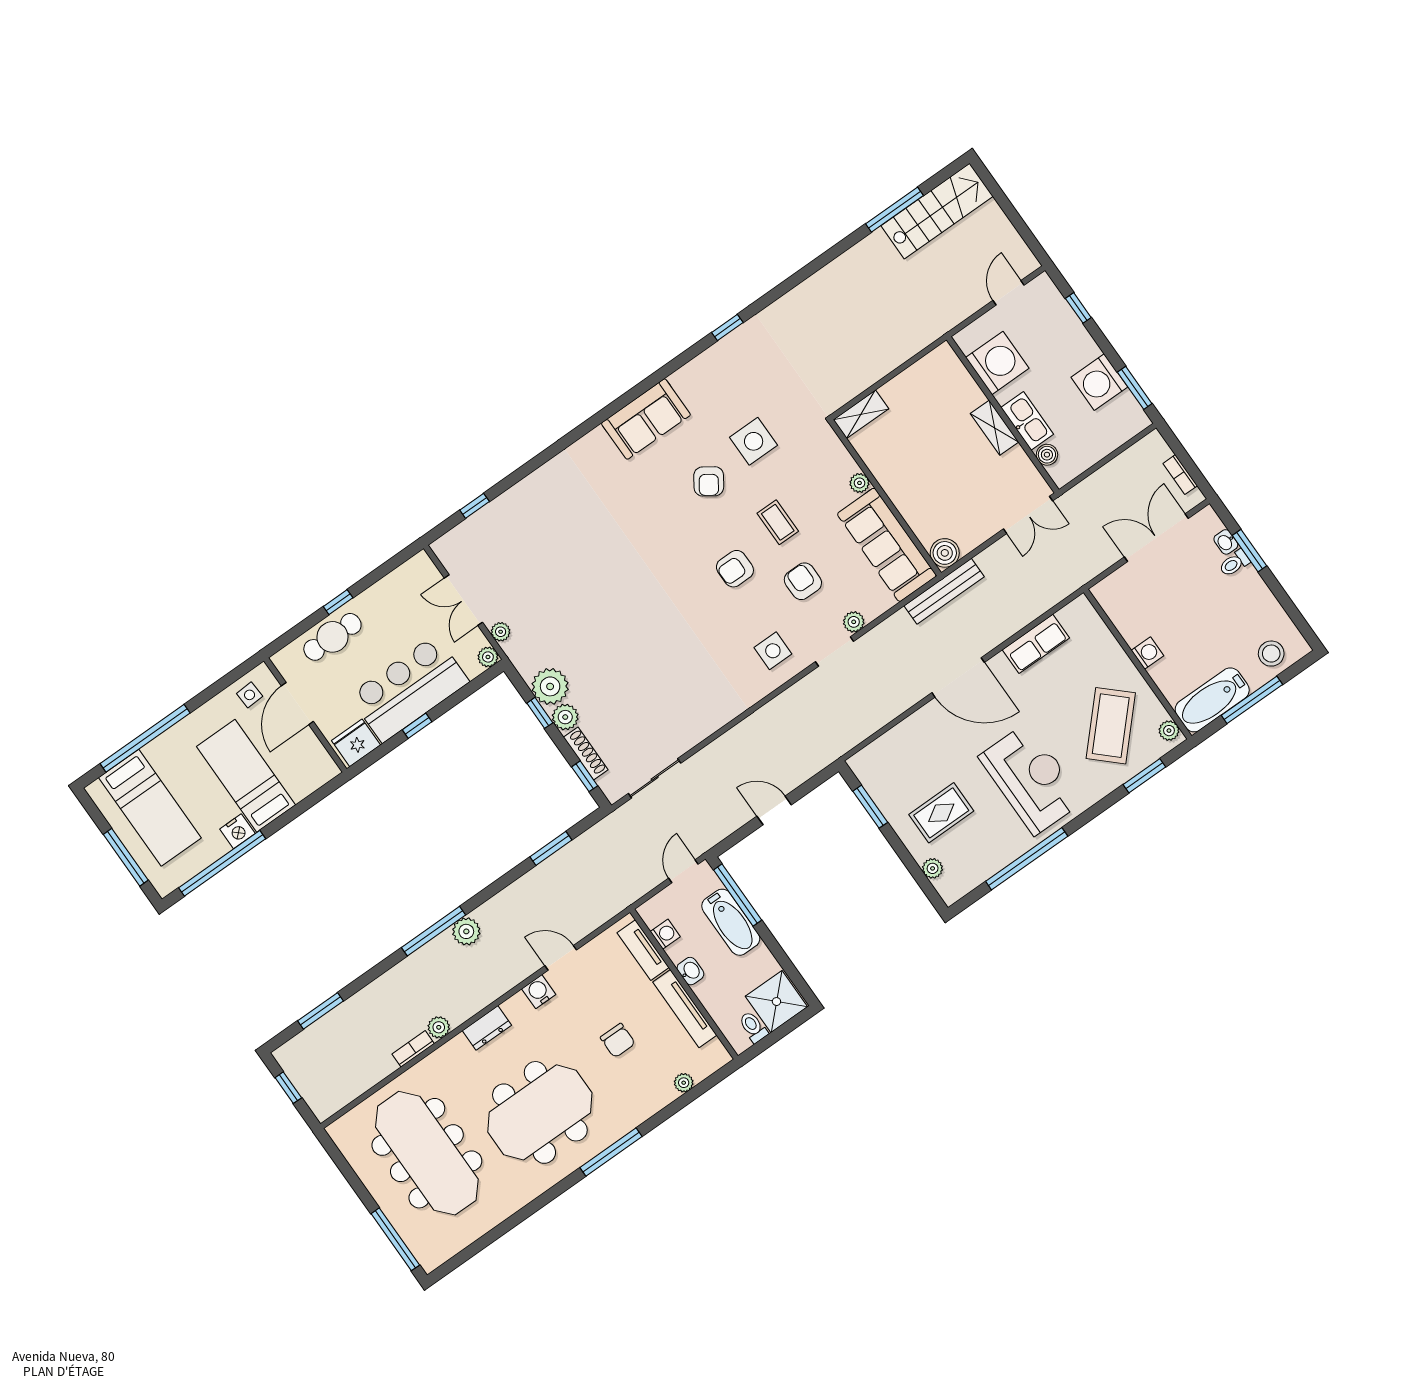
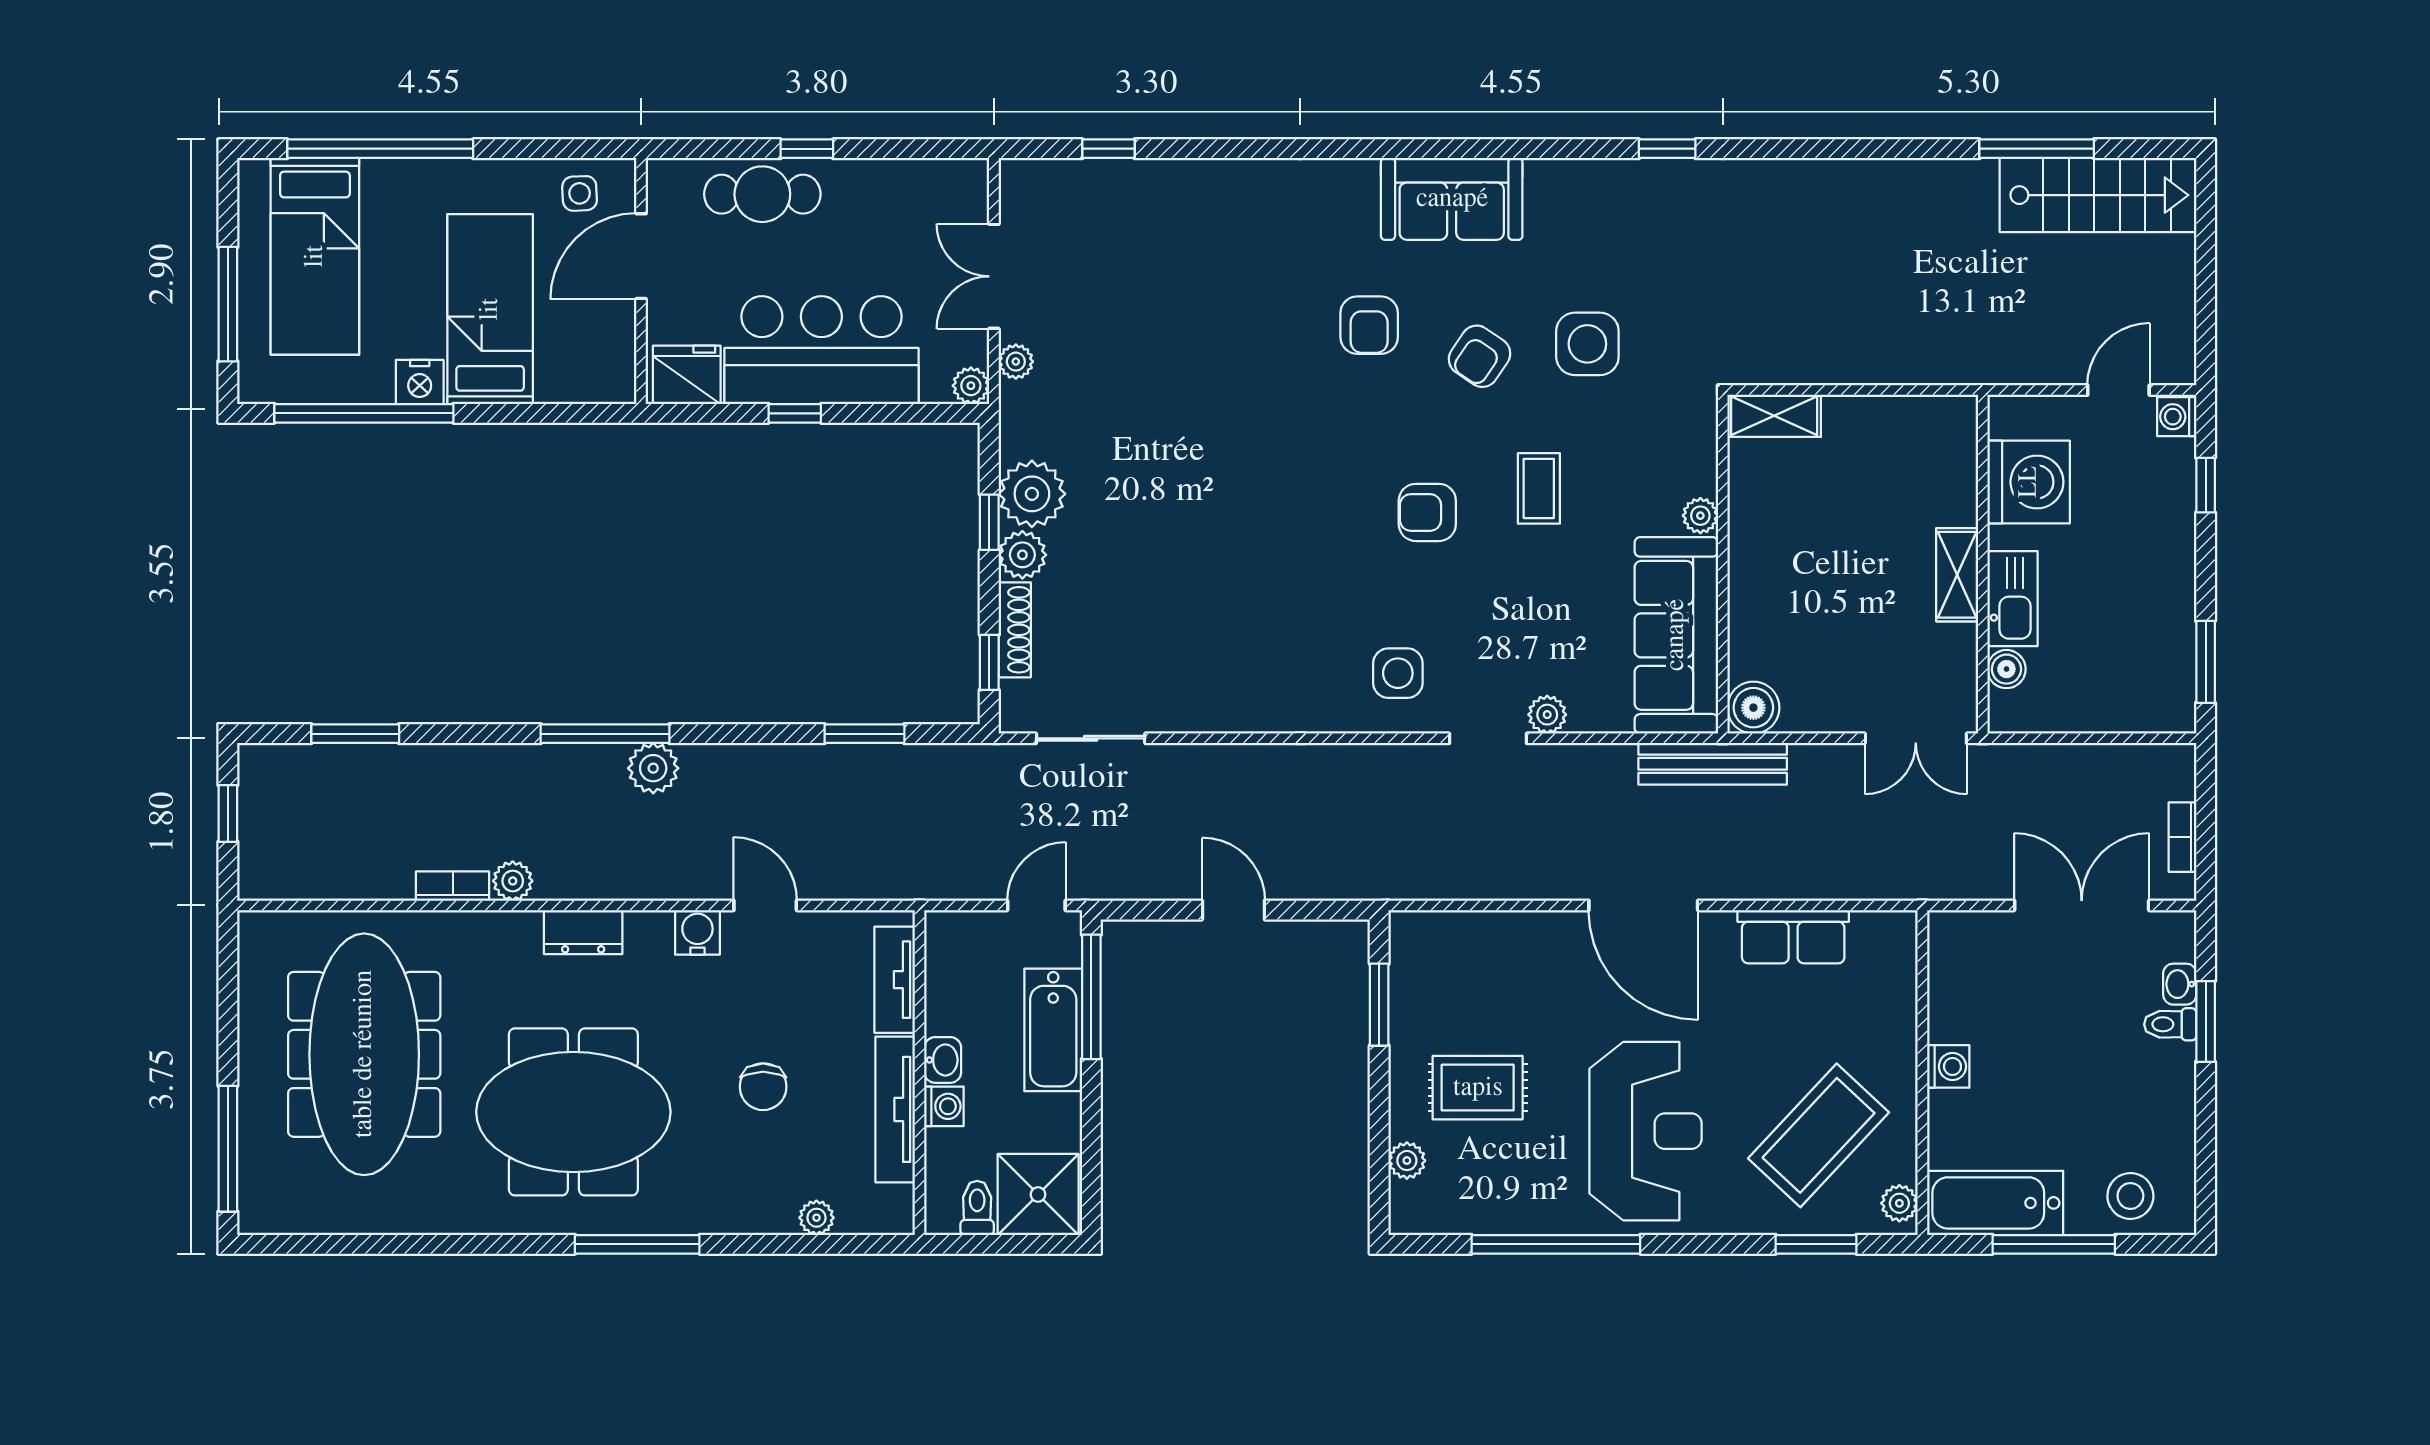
washing machine: (1099, 382) -> (2177, 417), moved, width x0.53, depth x0.53
armchair: (803, 581) -> (1369, 325), moved, turned 180
washing machine: (665, 934) -> (944, 1106), moved

